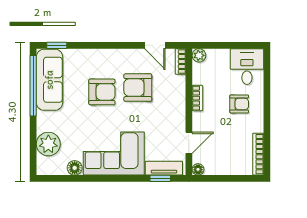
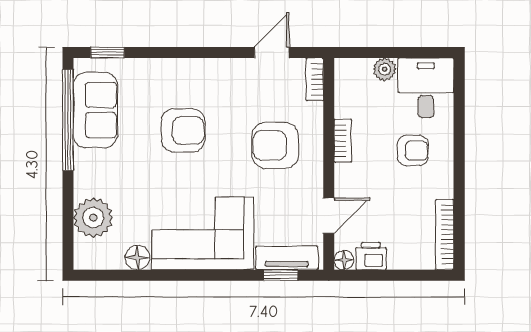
door: (155, 45) -> (272, 52), swing flipped
plant: (199, 55) -> (385, 69), moved
sofa: (49, 80) -> (95, 110), width x0.73
armchair: (138, 88) -> (275, 145), moved
printer: (214, 167) -> (371, 256), added

